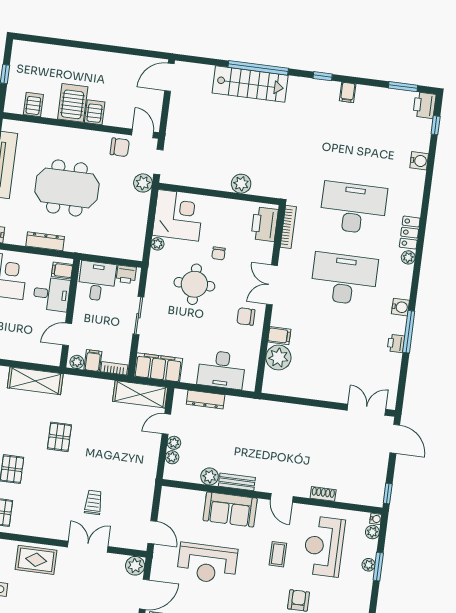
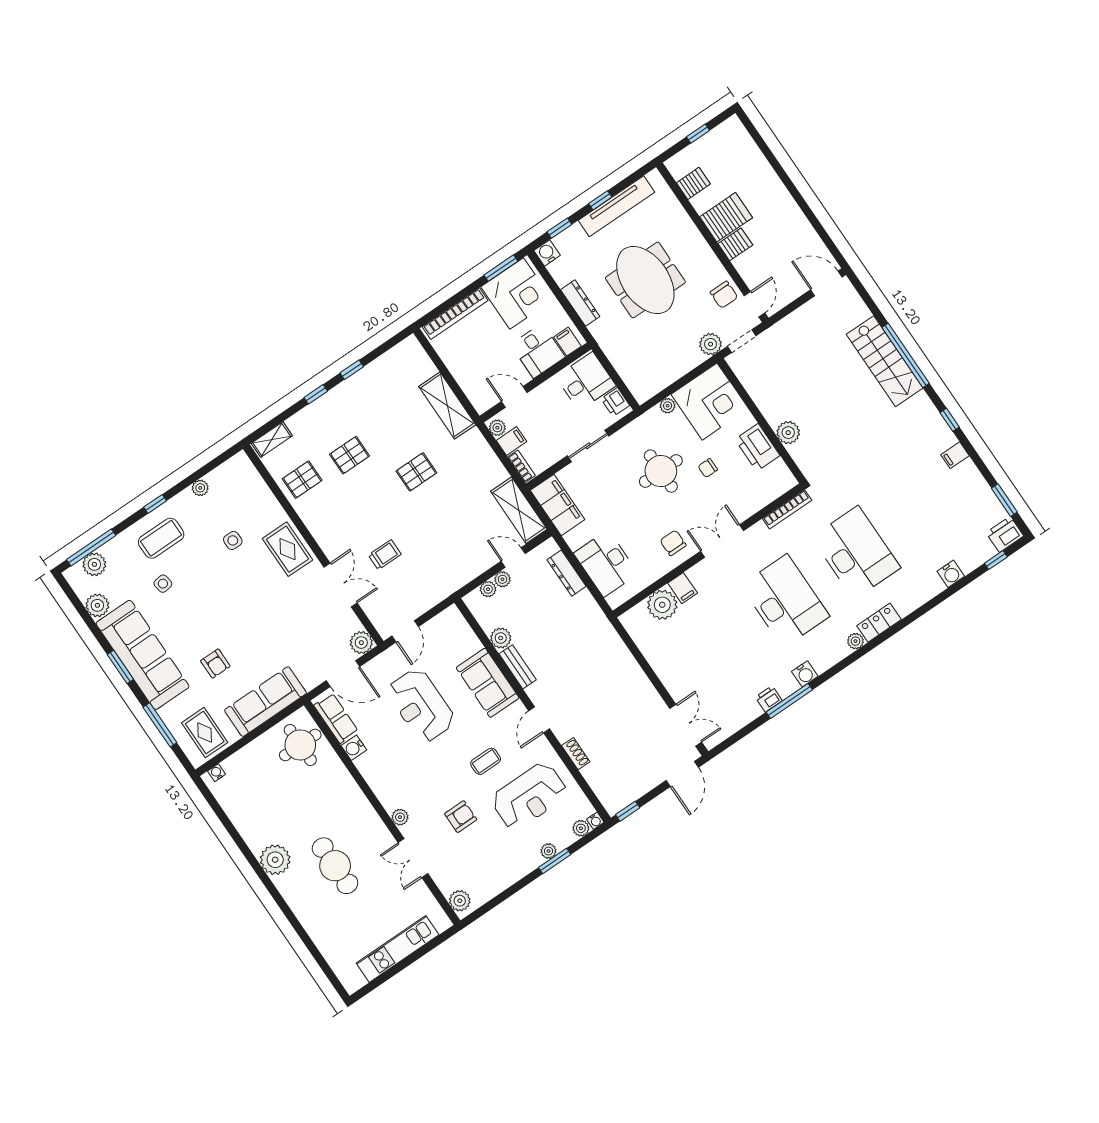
printer: (265, 224) -> (758, 447), moved, turned -90
reception desk: (324, 546) -> (529, 796), turned 180

